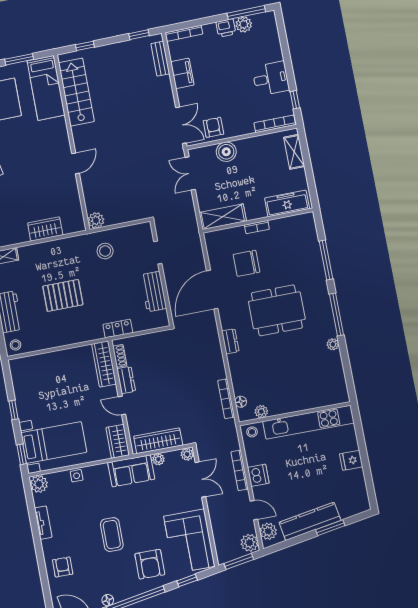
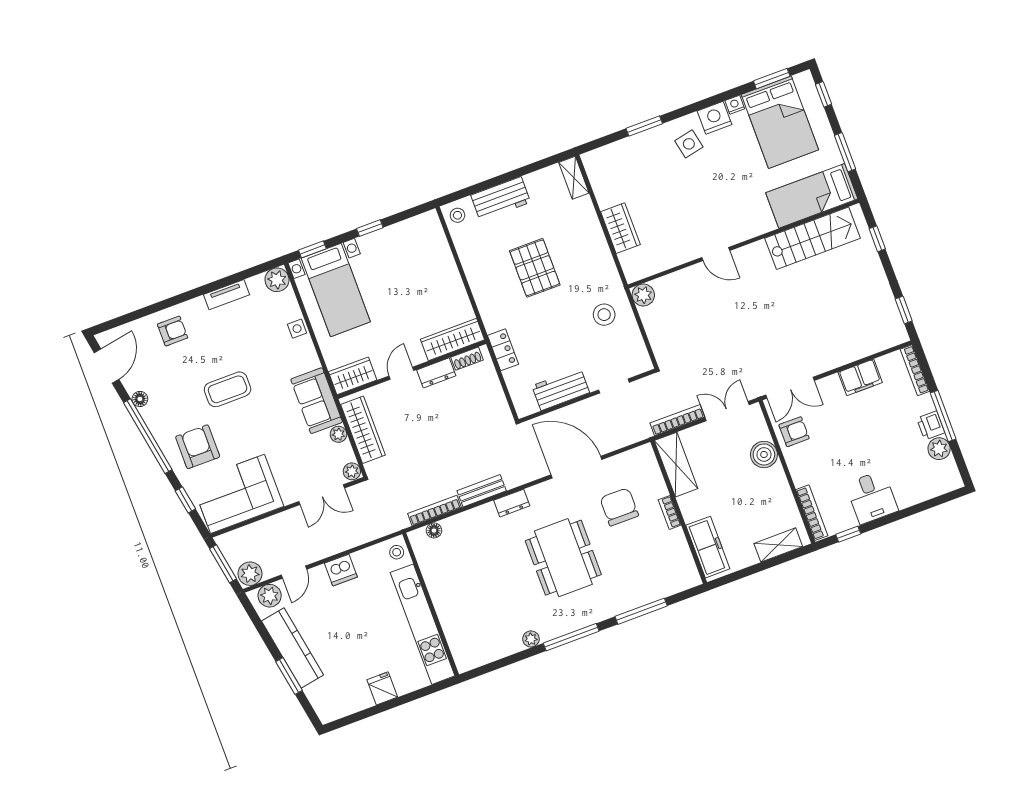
window: (246, 13) -> (943, 416), moved
bench: (160, 59) -> (482, 491), moved
plant: (261, 412) -> (426, 560), removed
bookcase: (240, 470) -> (677, 420), moved
armchair: (150, 564) -> (198, 447), turned 90

